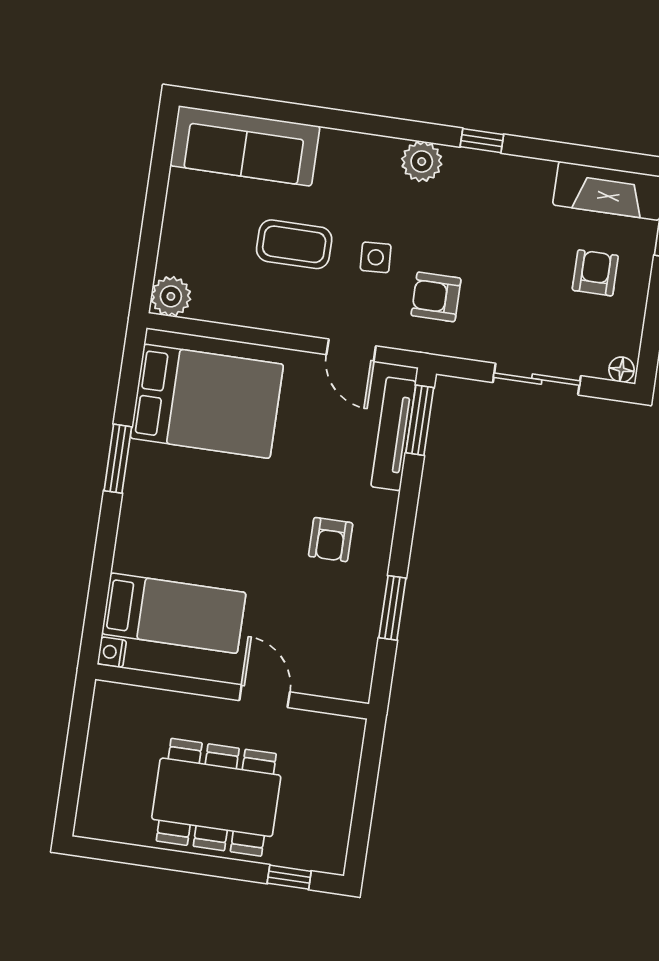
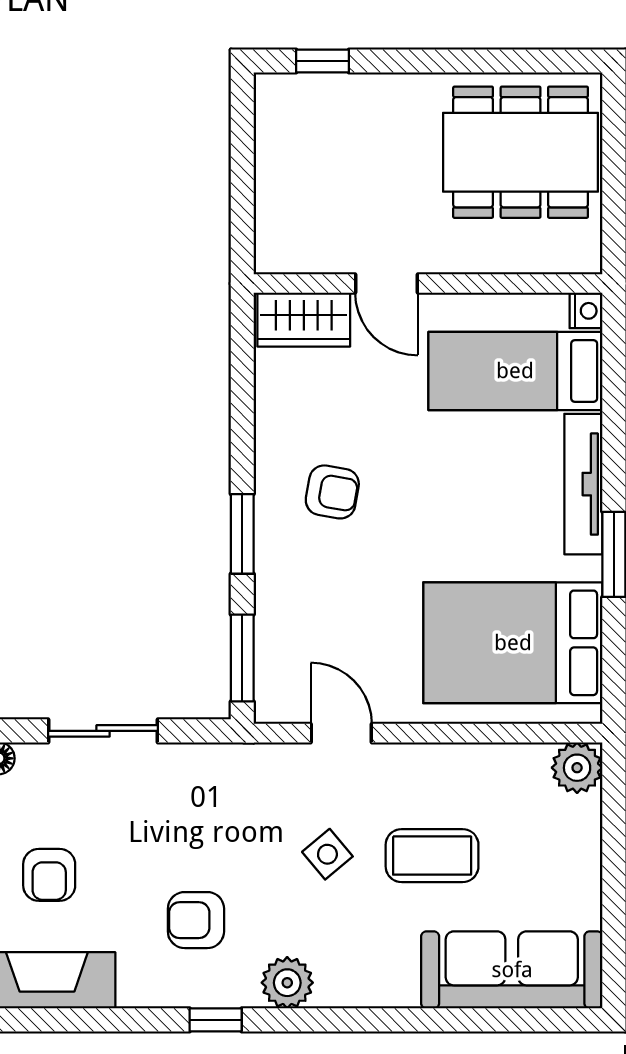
side table: (376, 257) -> (327, 854), turned -37
armchair: (436, 297) -> (196, 920), moved, turned 180
tv unit: (394, 434) -> (583, 484), moved, turned 180
armchair: (331, 540) -> (332, 492), turned 100
window: (392, 608) -> (242, 534), moved
wardrobe: (333, 677) -> (304, 320), added
dining table: (216, 797) -> (521, 152), moved

